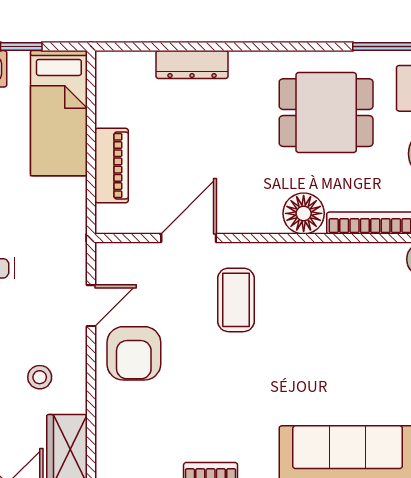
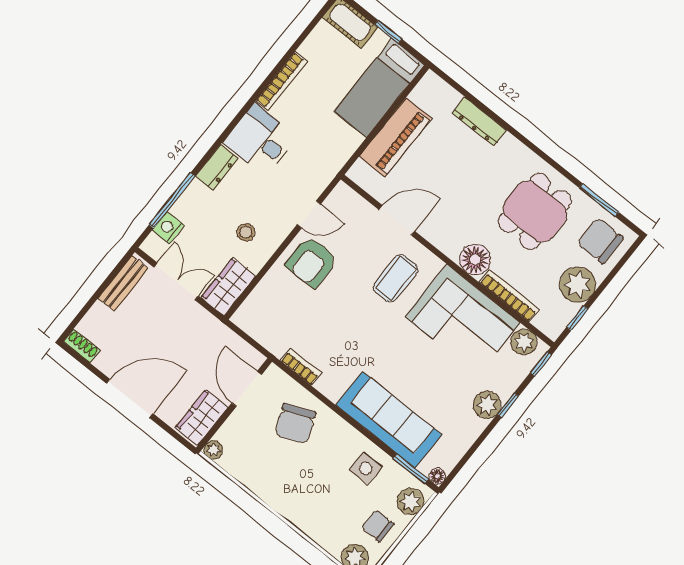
dining table: (326, 113) -> (535, 211), turned 90
piano: (112, 166) -> (395, 137), width x1.37, depth x1.33
corner sofa: (341, 287) -> (463, 320), added

